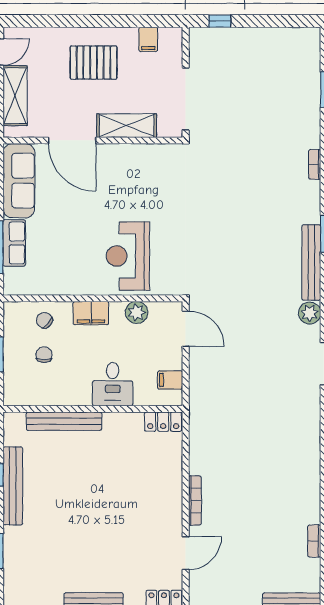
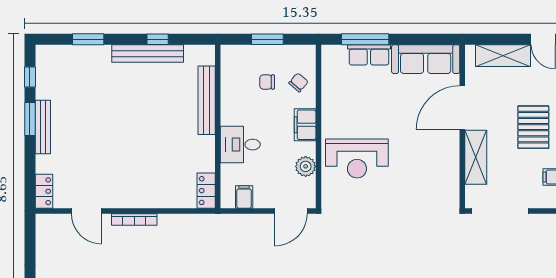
reception desk: (128, 256) -> (357, 158), turned 180
chair: (44, 355) -> (267, 82), turned 180

